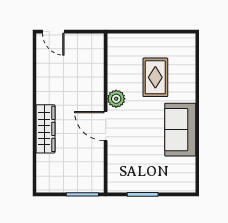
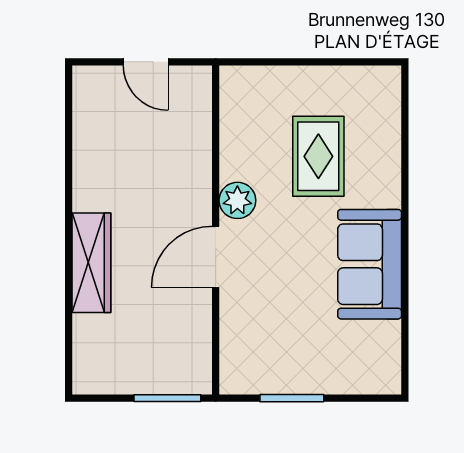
door: (53, 32) -> (146, 62), moved
door: (106, 126) -> (216, 257), hinge flipped

